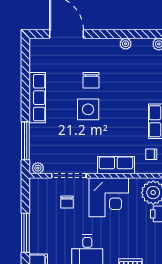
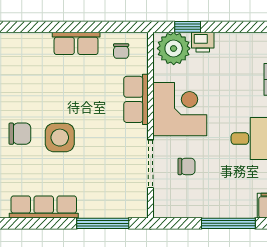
plant: (38, 168) -> (140, 206), removed

